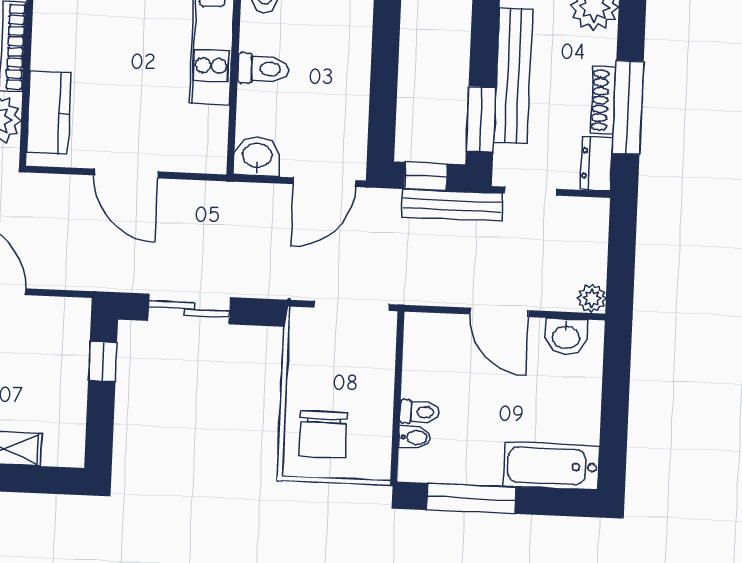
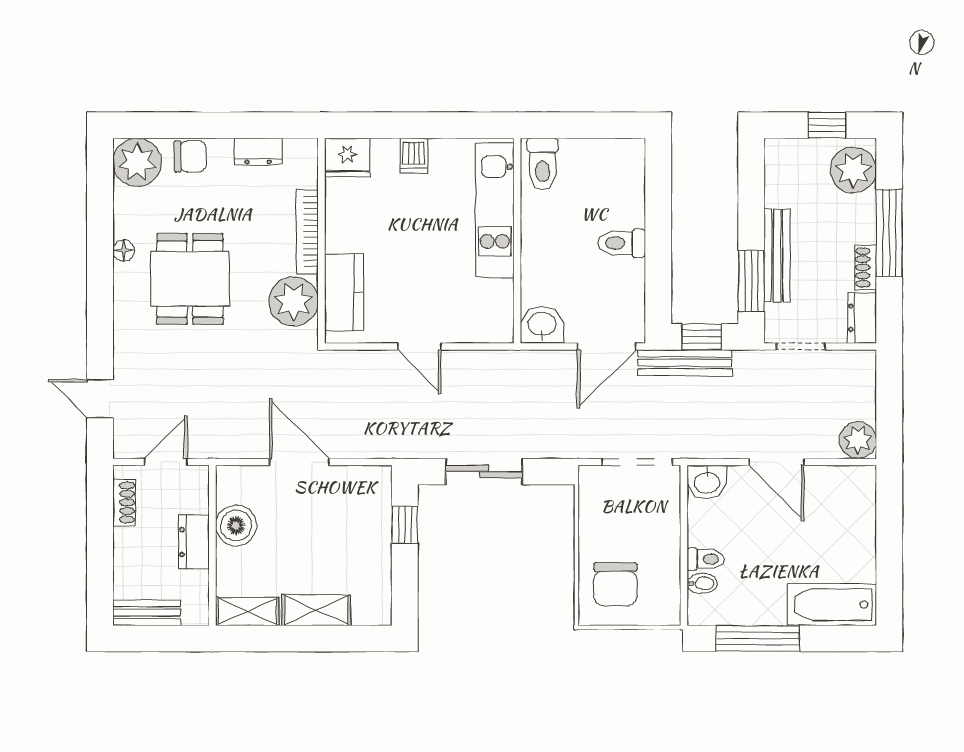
toilet: (263, 69) -> (622, 243), moved, turned 180
bench: (513, 76) -> (777, 256), width x0.73, depth x0.82
shoe rack: (603, 100) -> (866, 267), width x0.70
window: (628, 107) -> (889, 233), moved
door: (126, 173) -> (419, 347), width x0.73
bench: (452, 205) -> (685, 363), moved
plant: (592, 298) -> (858, 440), width x1.38, depth x1.38
washbasin: (566, 336) -> (707, 482), moved

